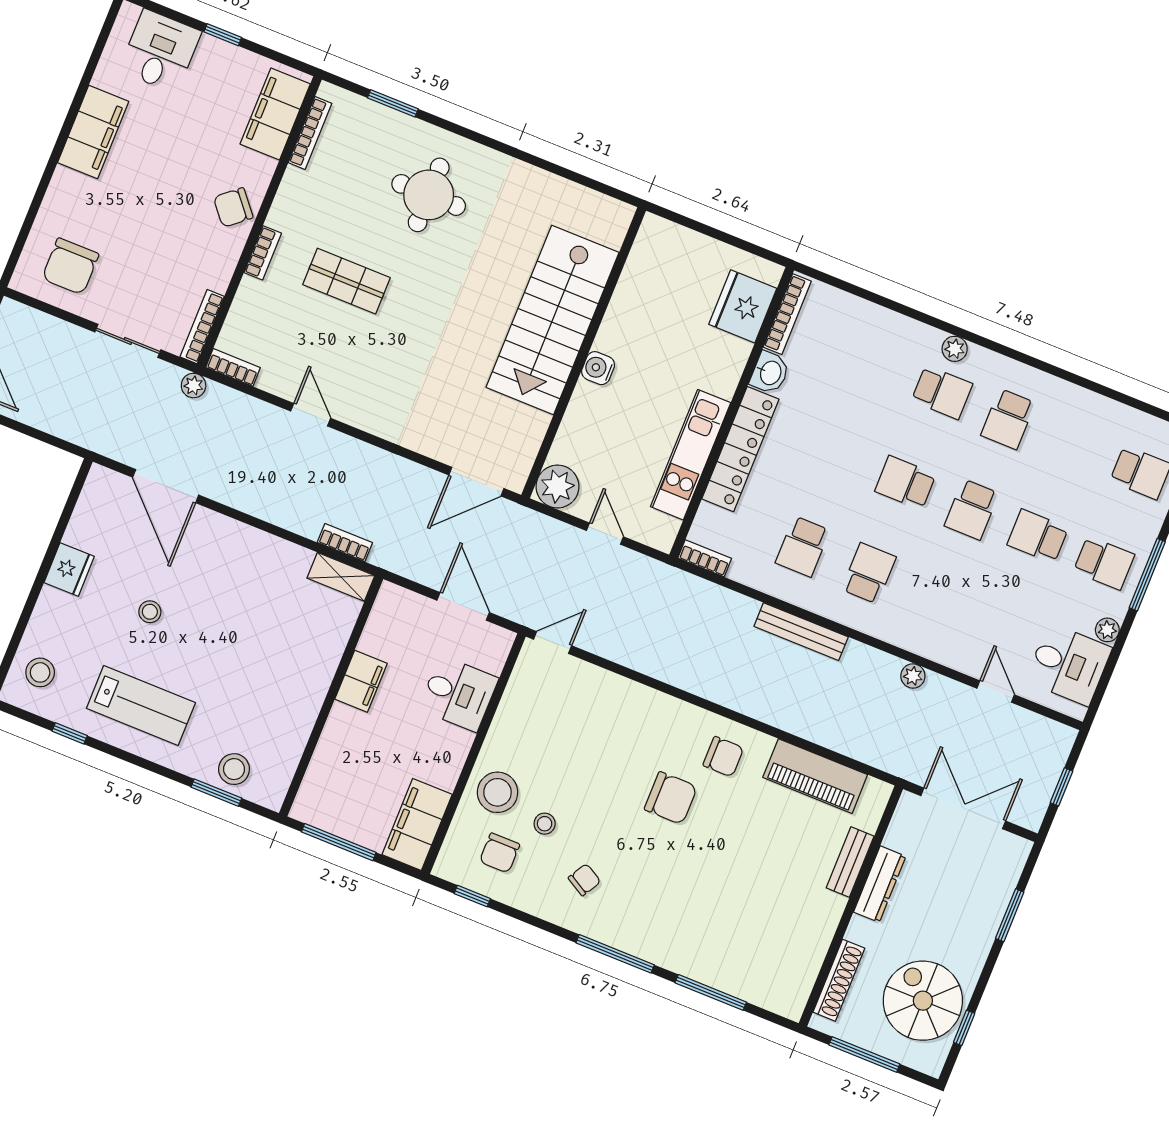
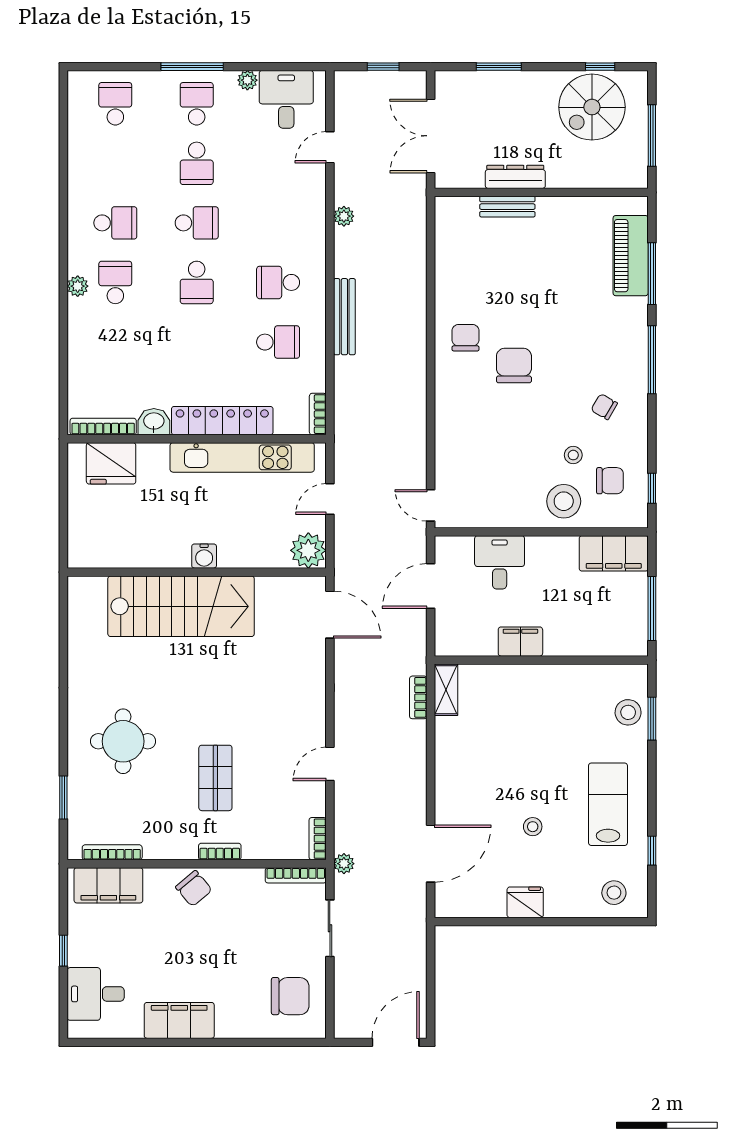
kitchen unit: (691, 455) -> (242, 457), width x1.36
piano: (815, 776) -> (631, 256), moved, turned 180
shoe rack: (839, 980) -> (602, 178), removed

